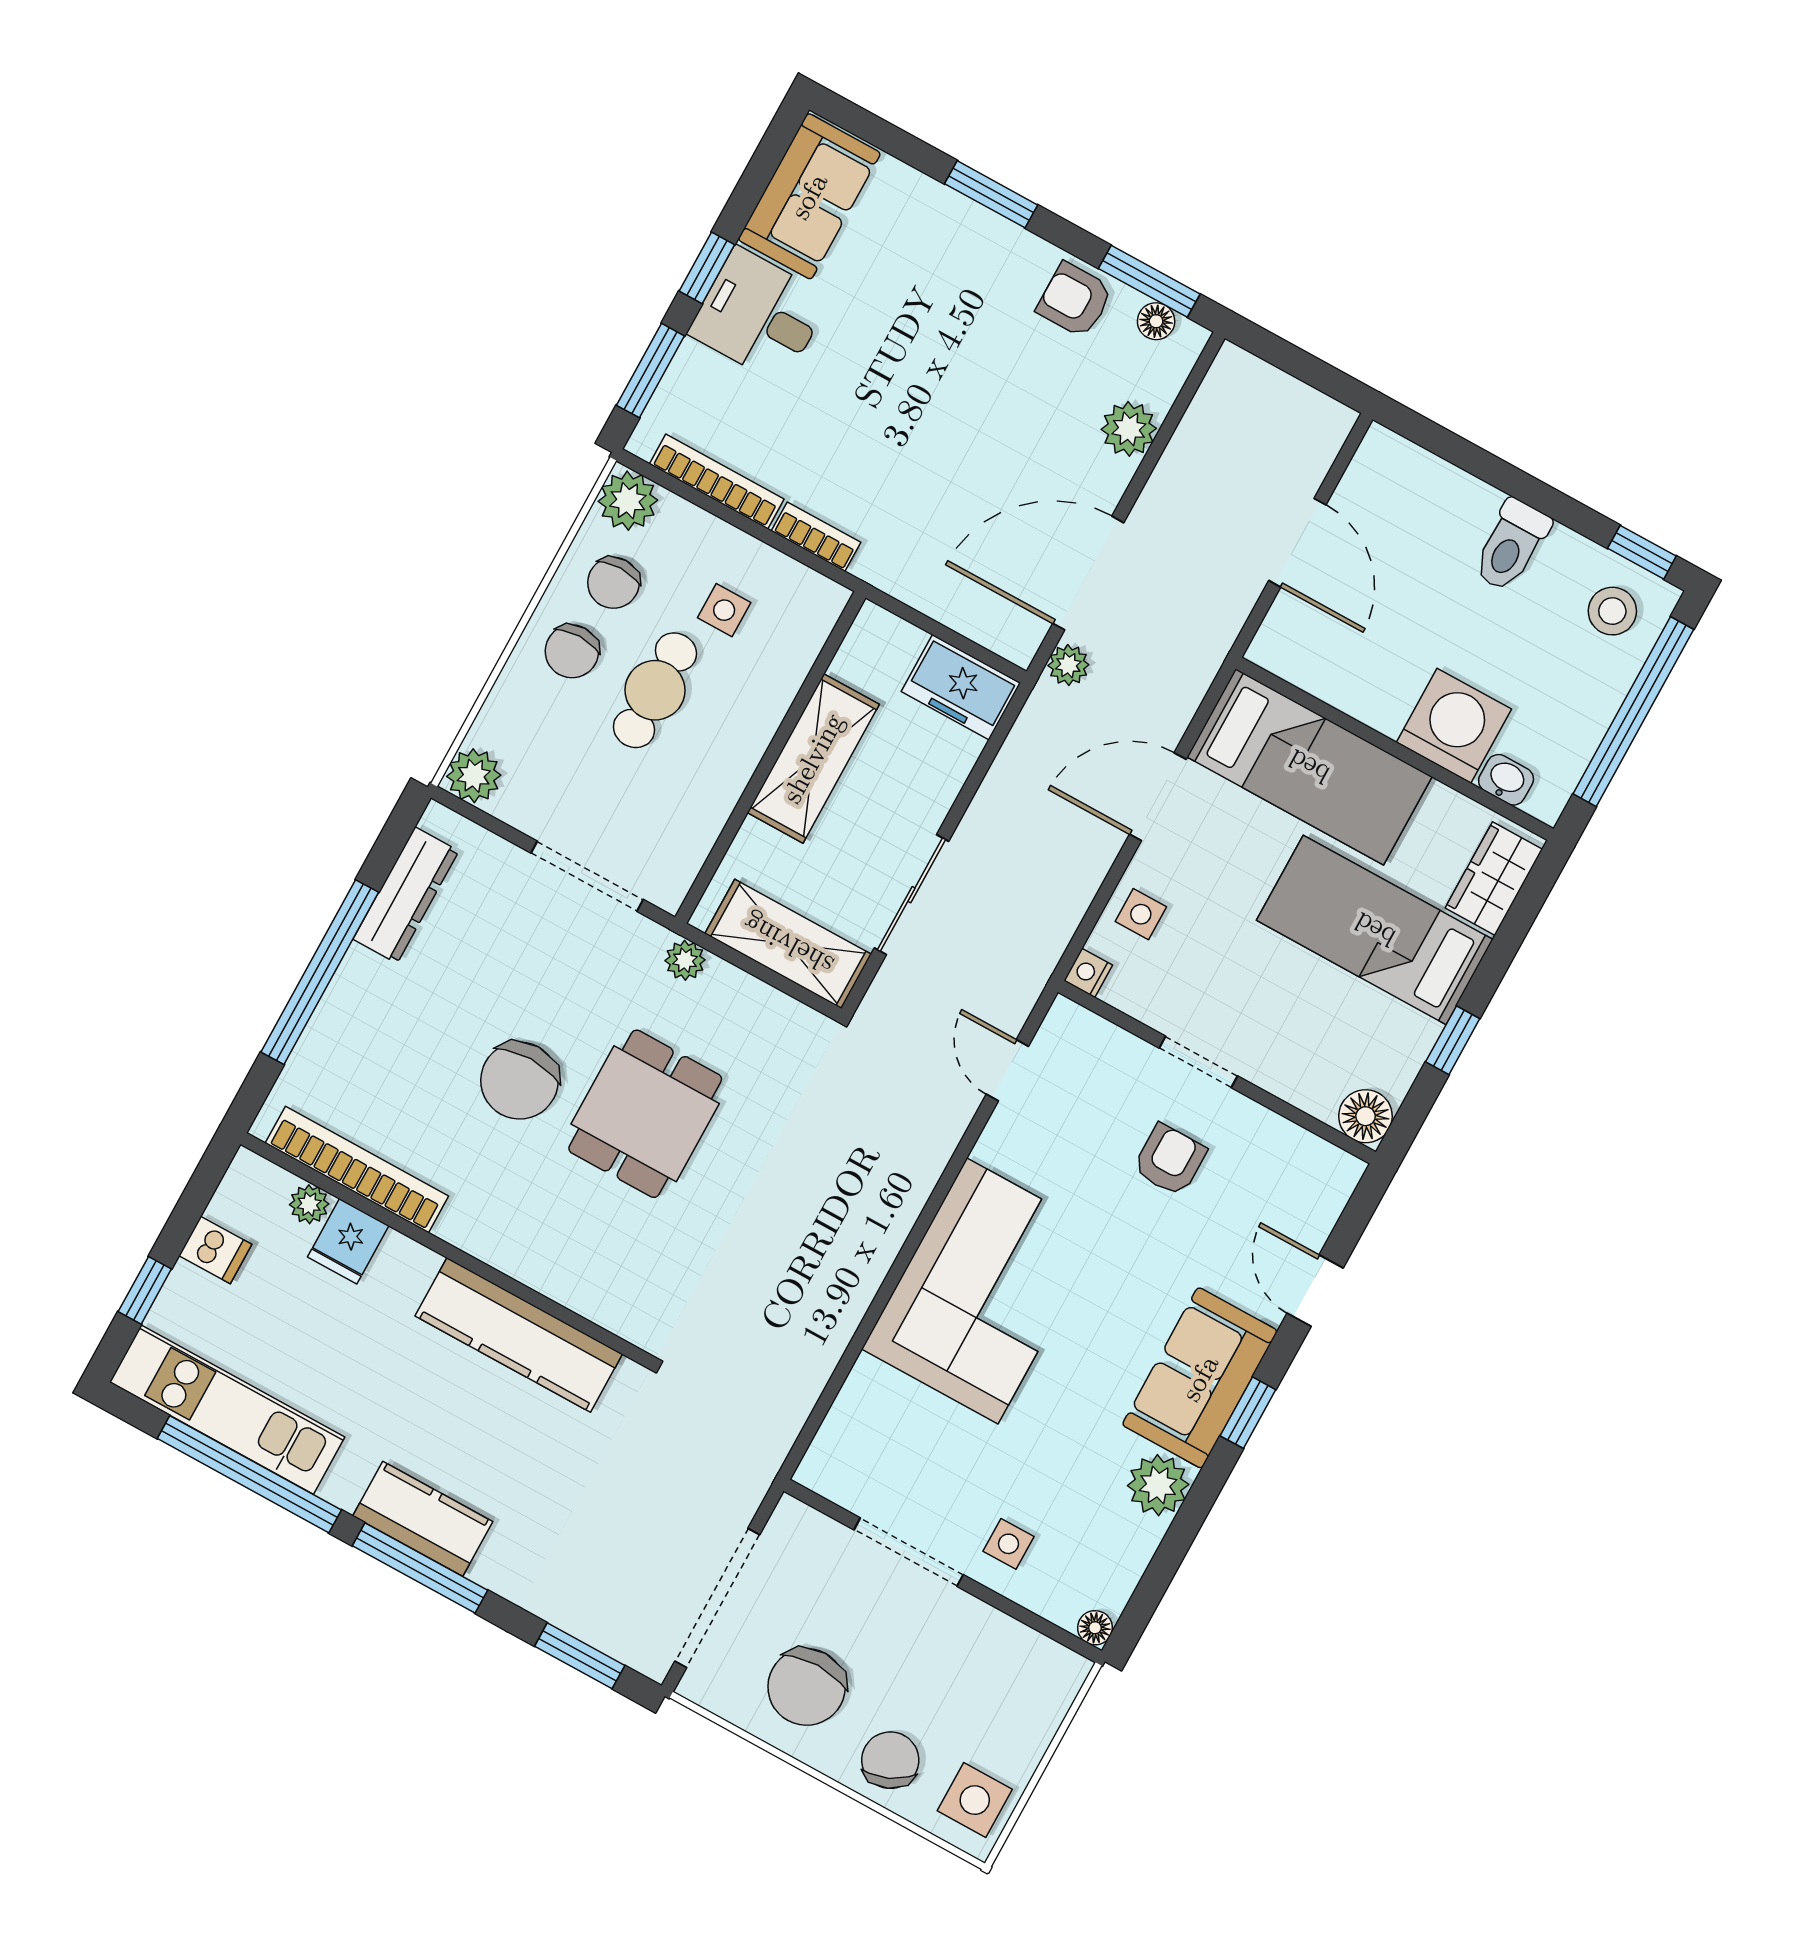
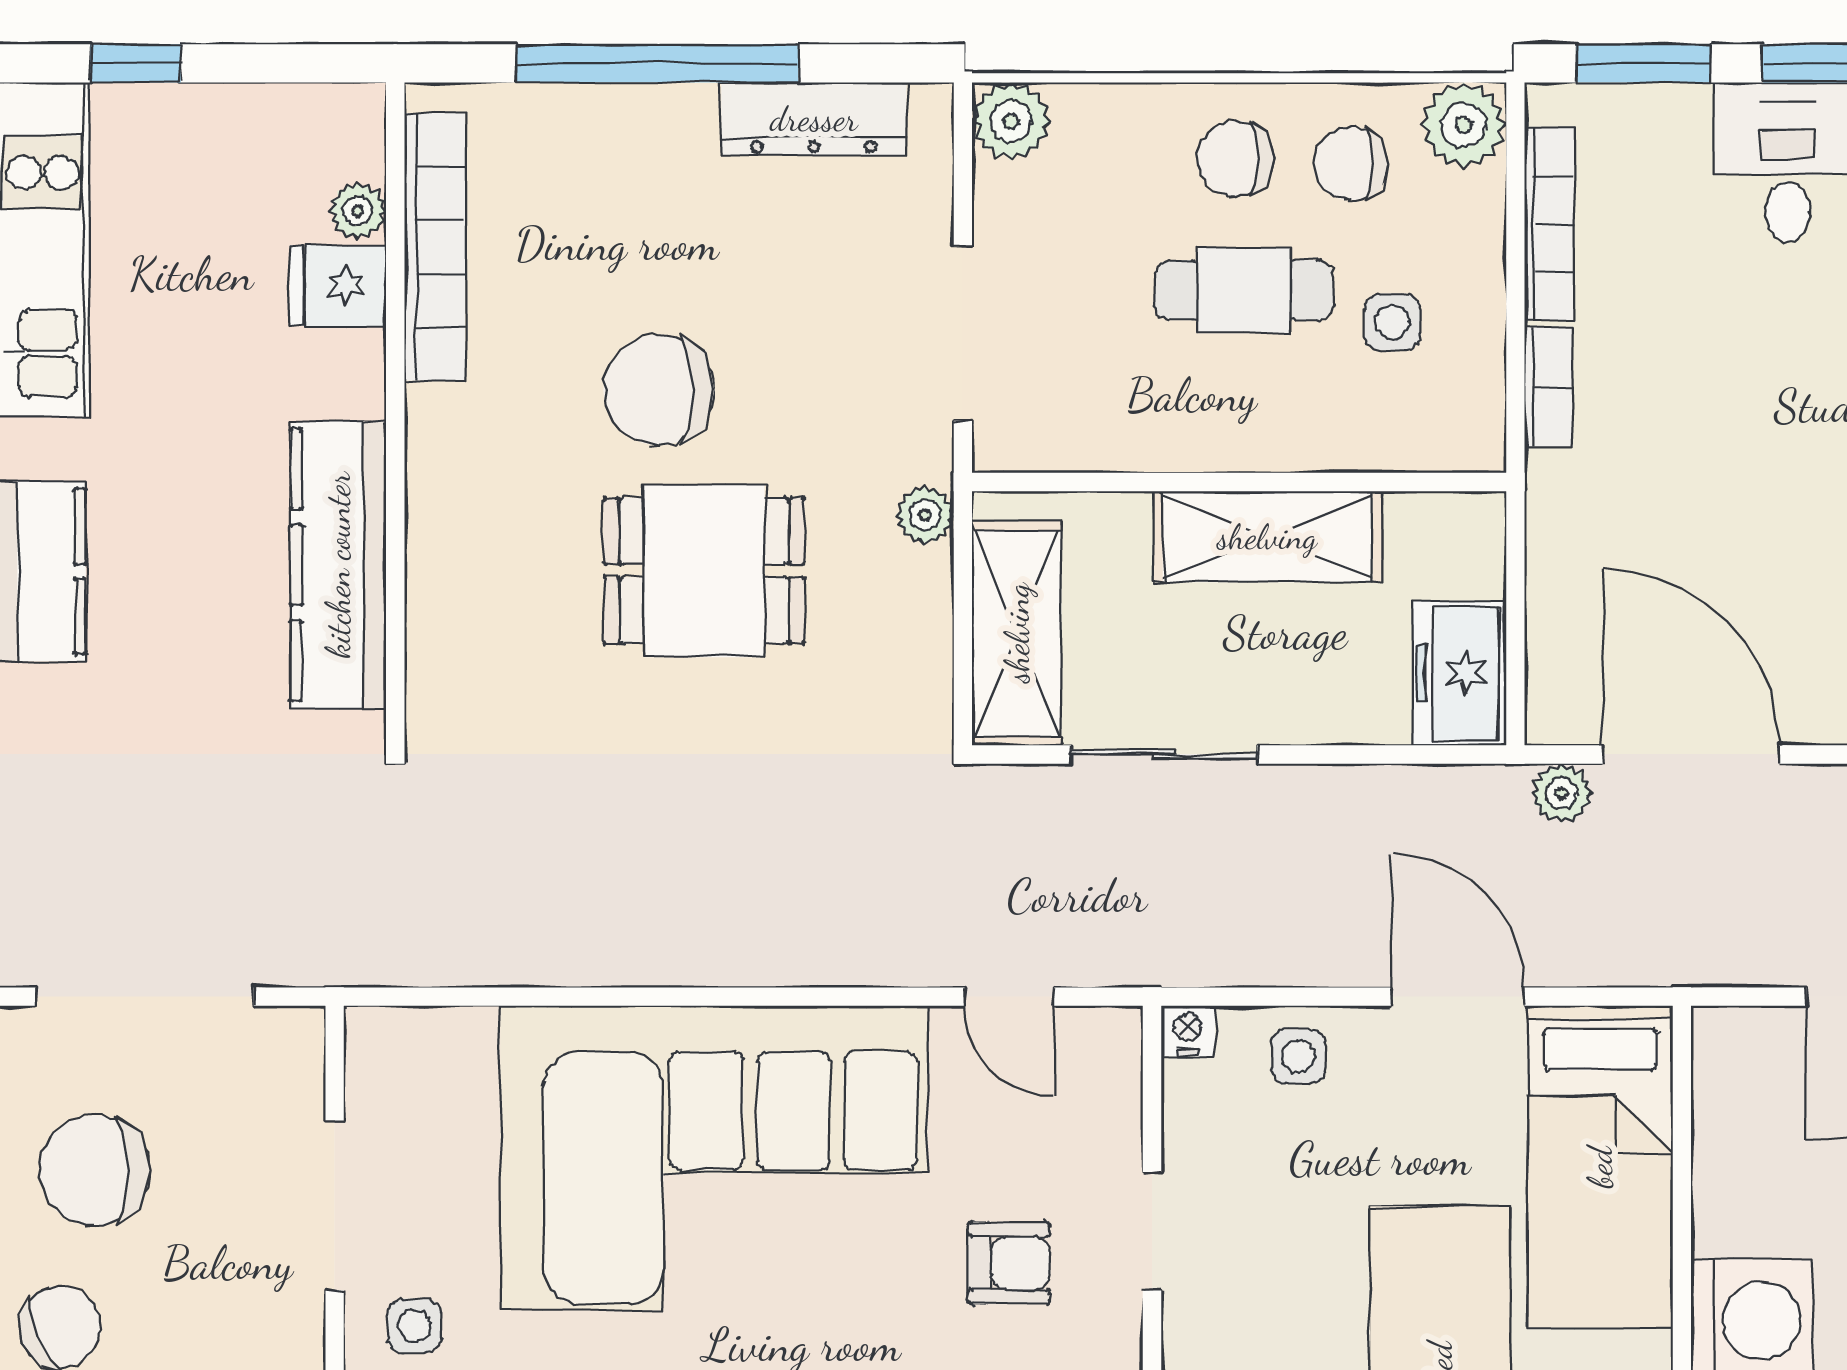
door: (1007, 1070) -> (1009, 997), swing flipped
dishwasher: (215, 1250) -> (235, 124), removed
corner sofa: (982, 1291) -> (714, 1158), width x1.36, depth x1.36

